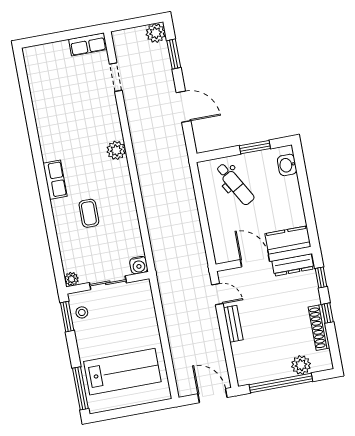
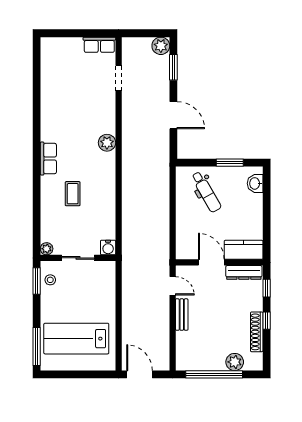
lab bench: (122, 372) -> (76, 339), turned 180
door: (213, 396) -> (139, 374), moved

